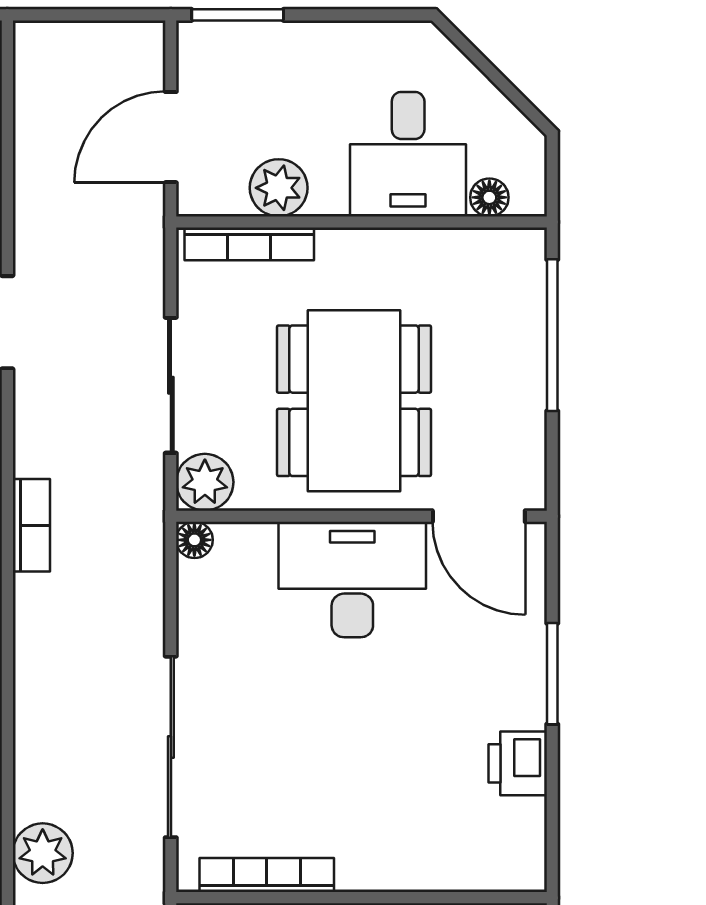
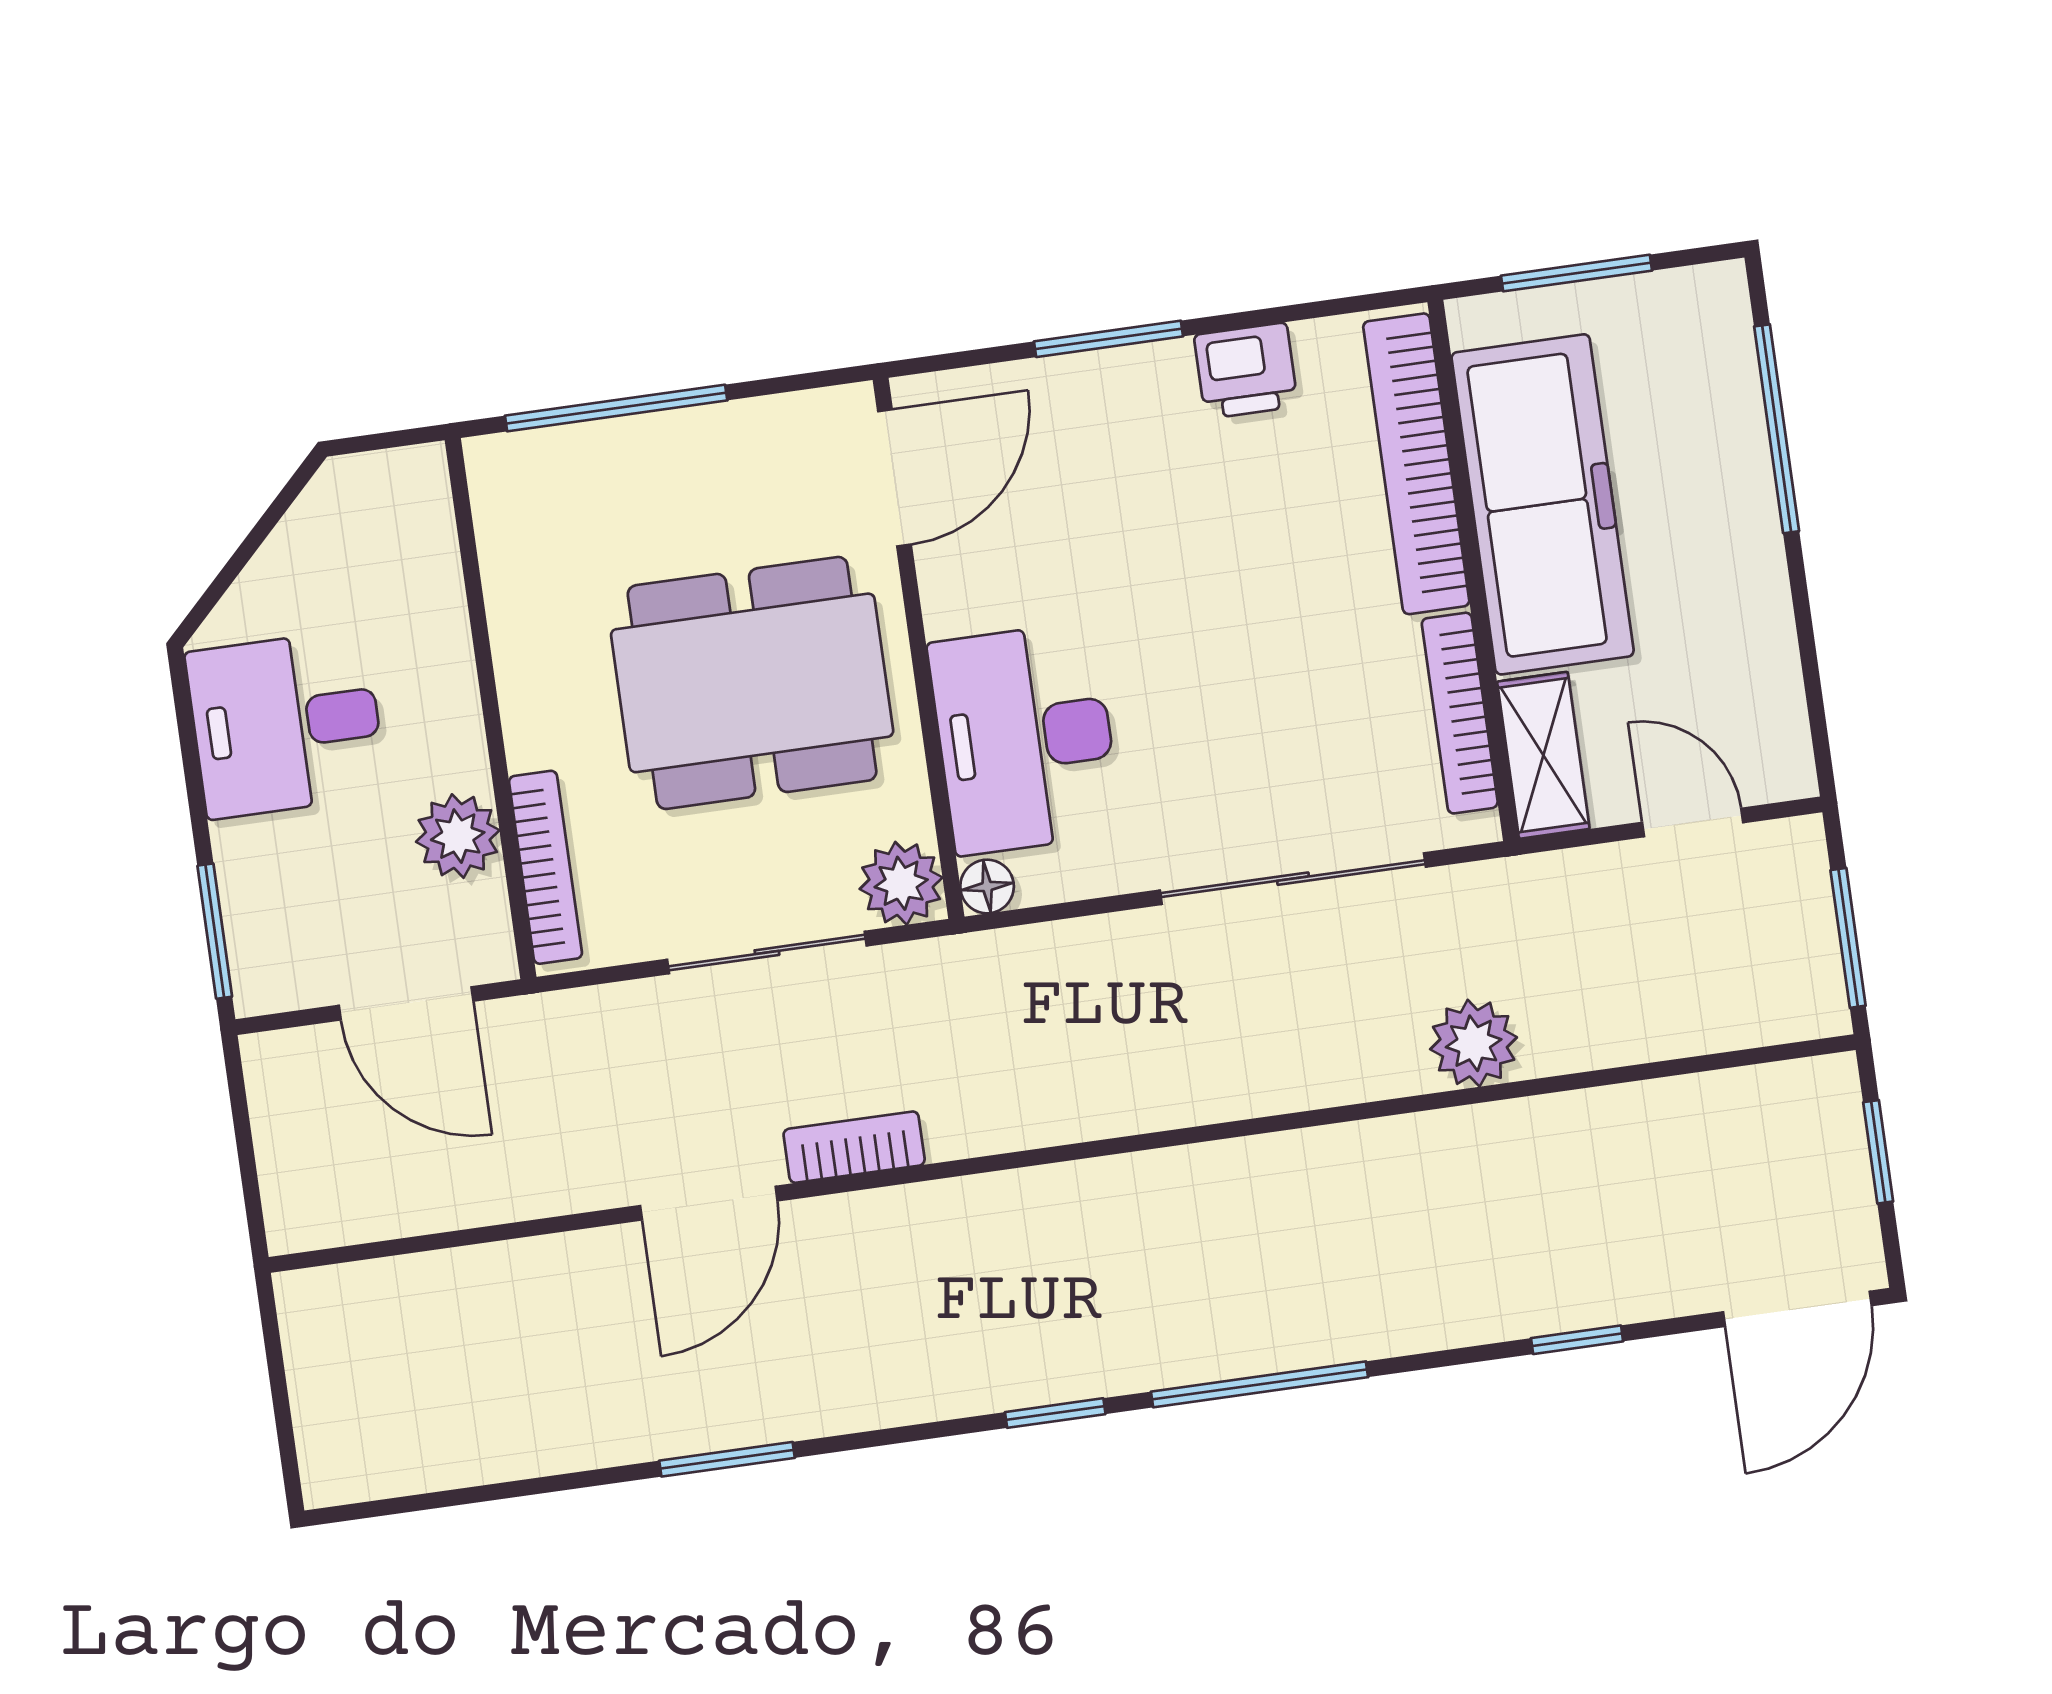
desk: (408, 154) -> (286, 724), moved, turned 180
floor lamp: (489, 197) -> (429, 528), removed
bookcase: (31, 525) -> (854, 1147), moved
desk: (352, 580) -> (1025, 738), moved
bookcase: (439, 869) -> (1416, 464), added

